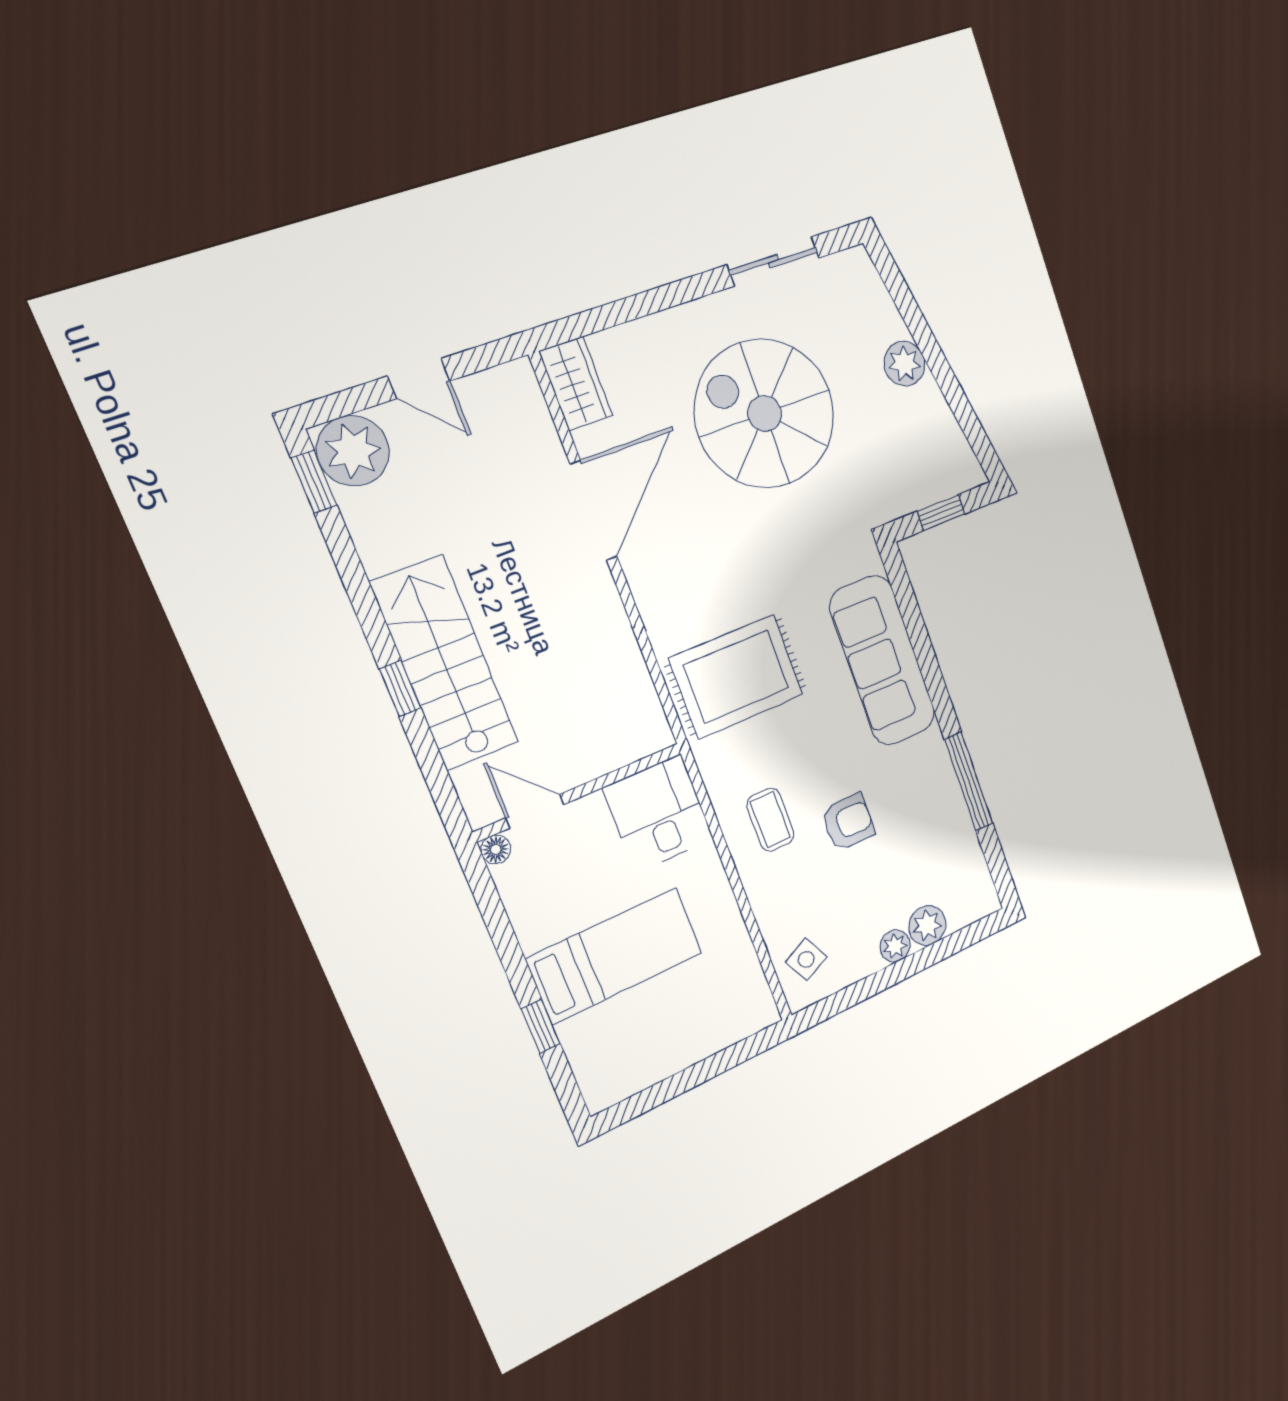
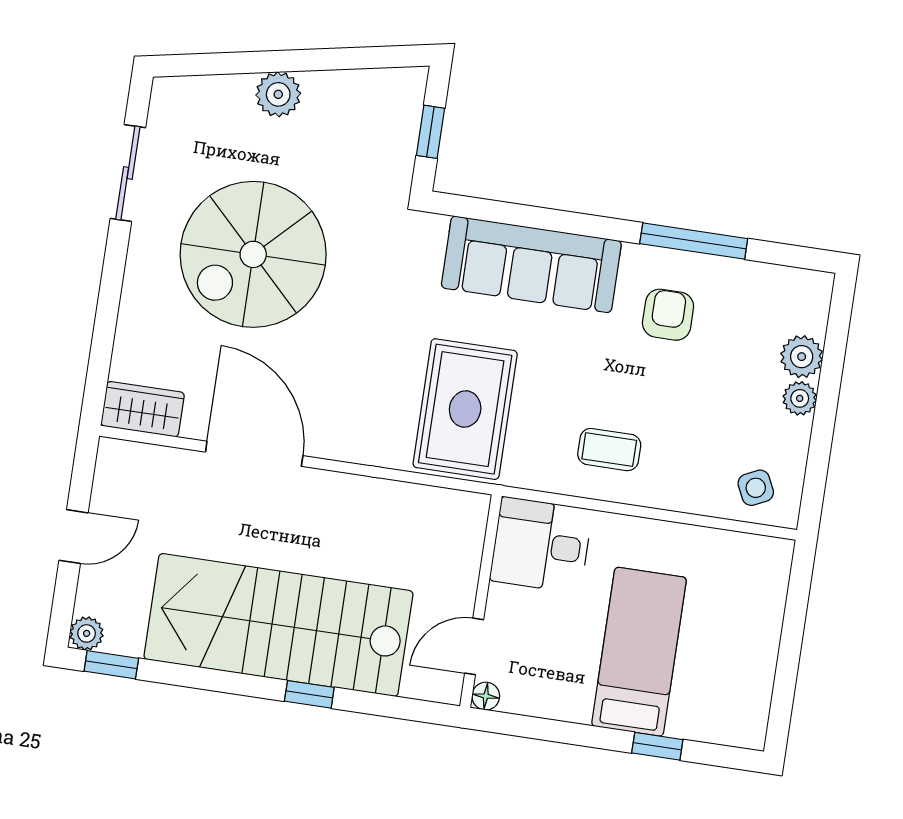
plant: (353, 451) -> (87, 633), width x0.53, depth x0.53
stairs: (445, 663) -> (278, 625), width x1.36, depth x1.51
armchair: (848, 822) -> (668, 315), moved

